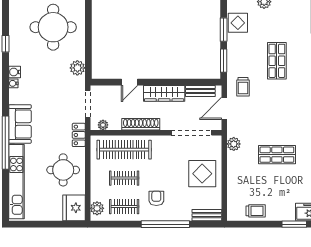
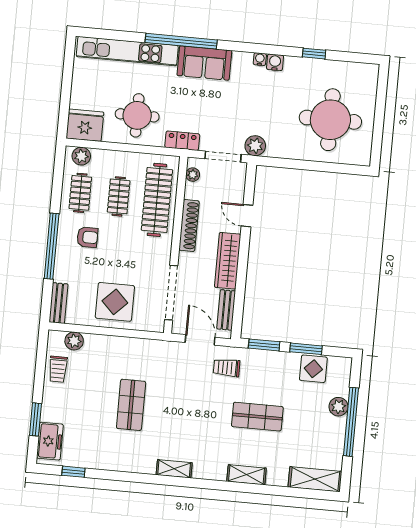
plant: (77, 68) -> (255, 146), moved
plant: (234, 144) -> (74, 341), moved

